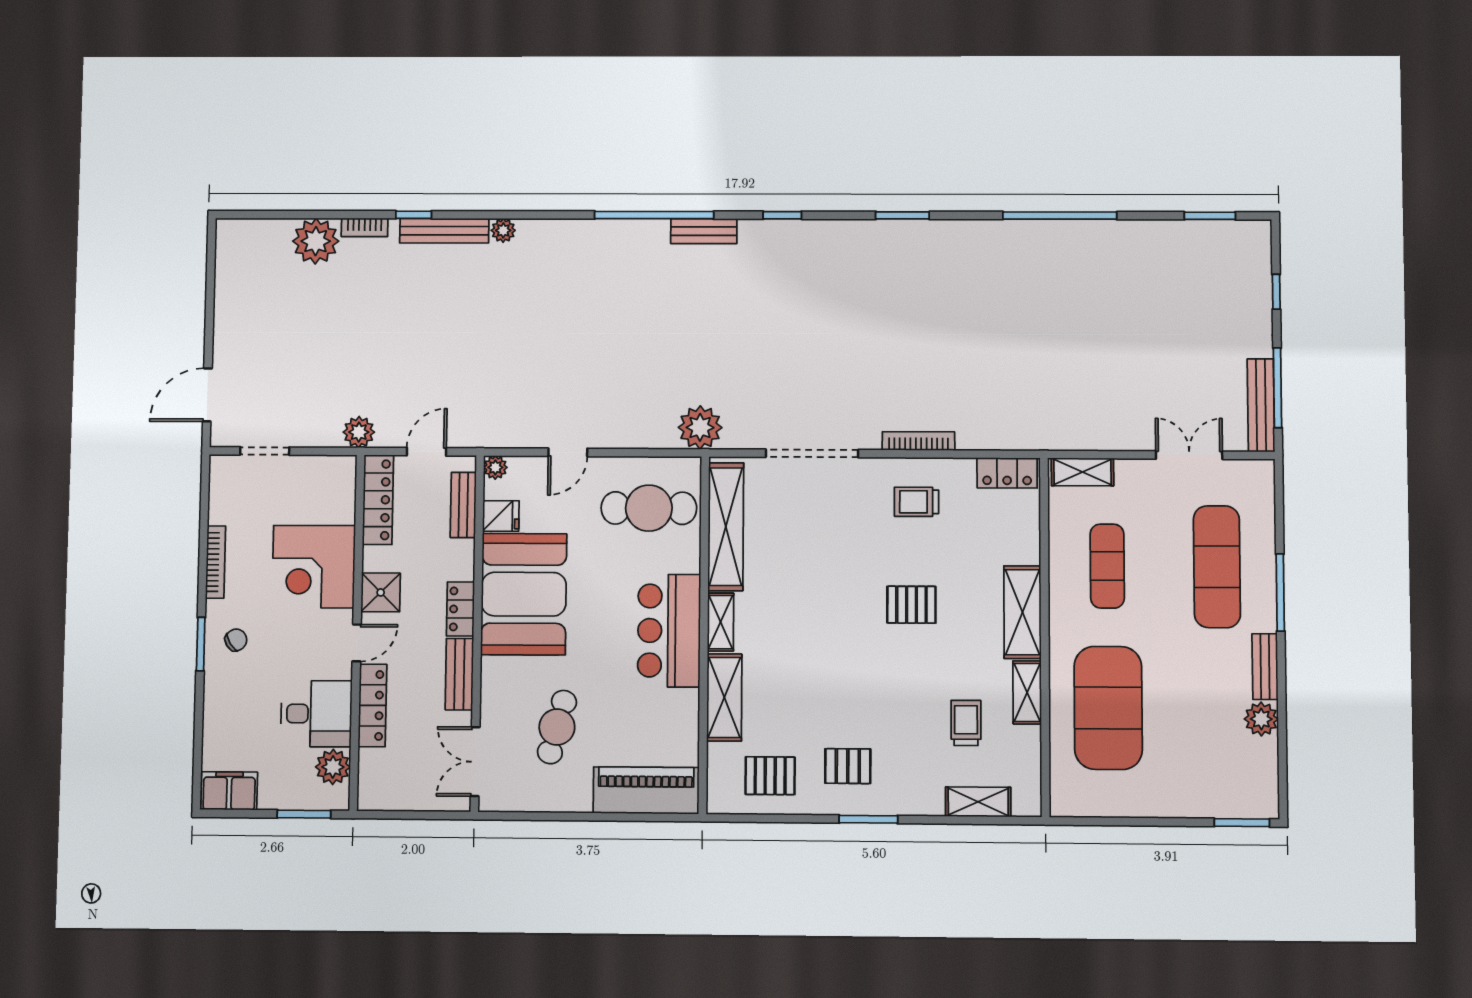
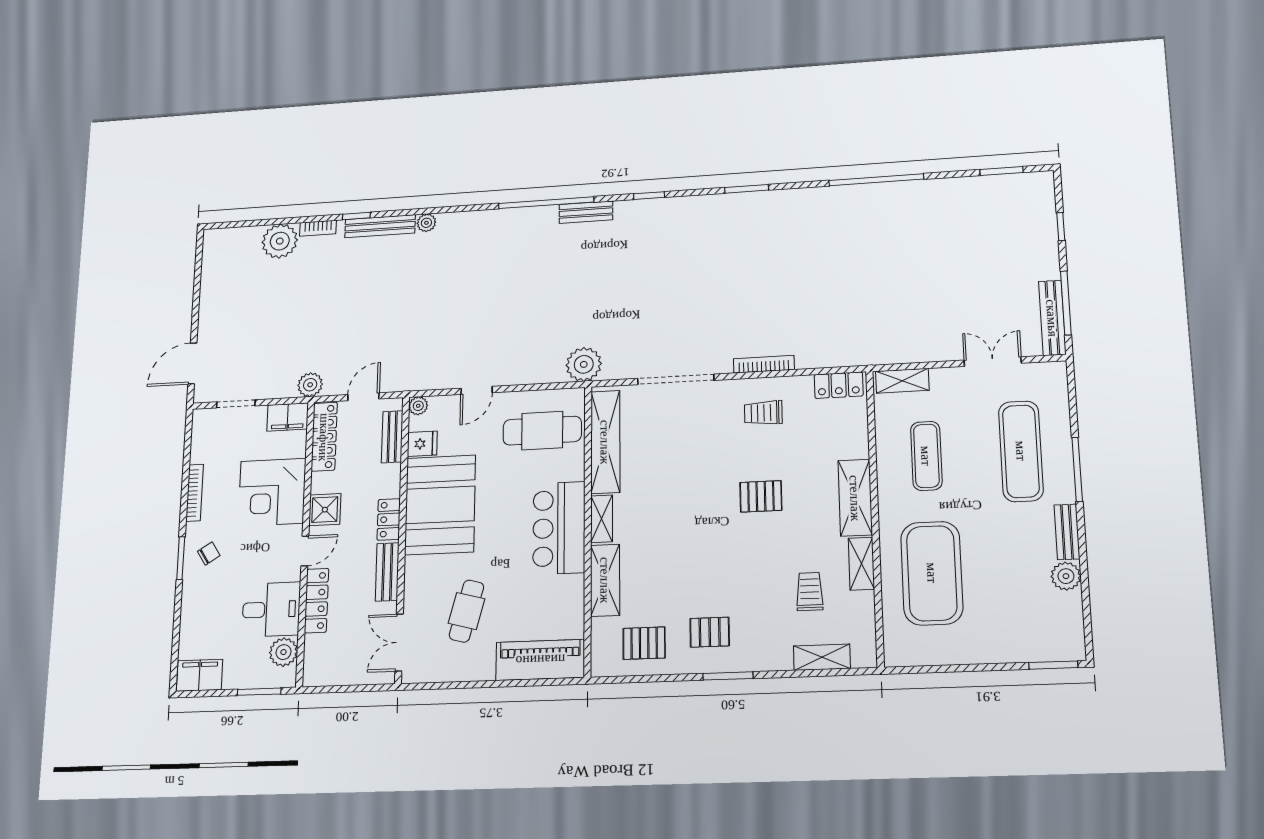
filing cabinet: (331, 472) -> (288, 417), added

